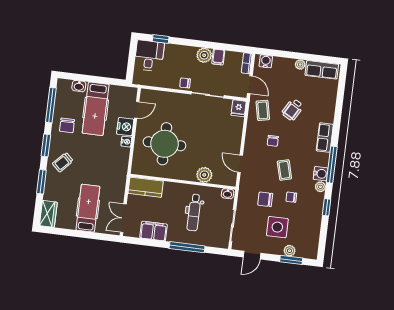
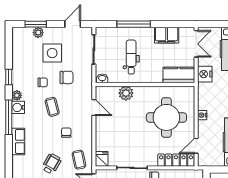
locker: (160, 97) -> (176, 160), added
nightstand: (125, 127) -> (205, 74), moved

